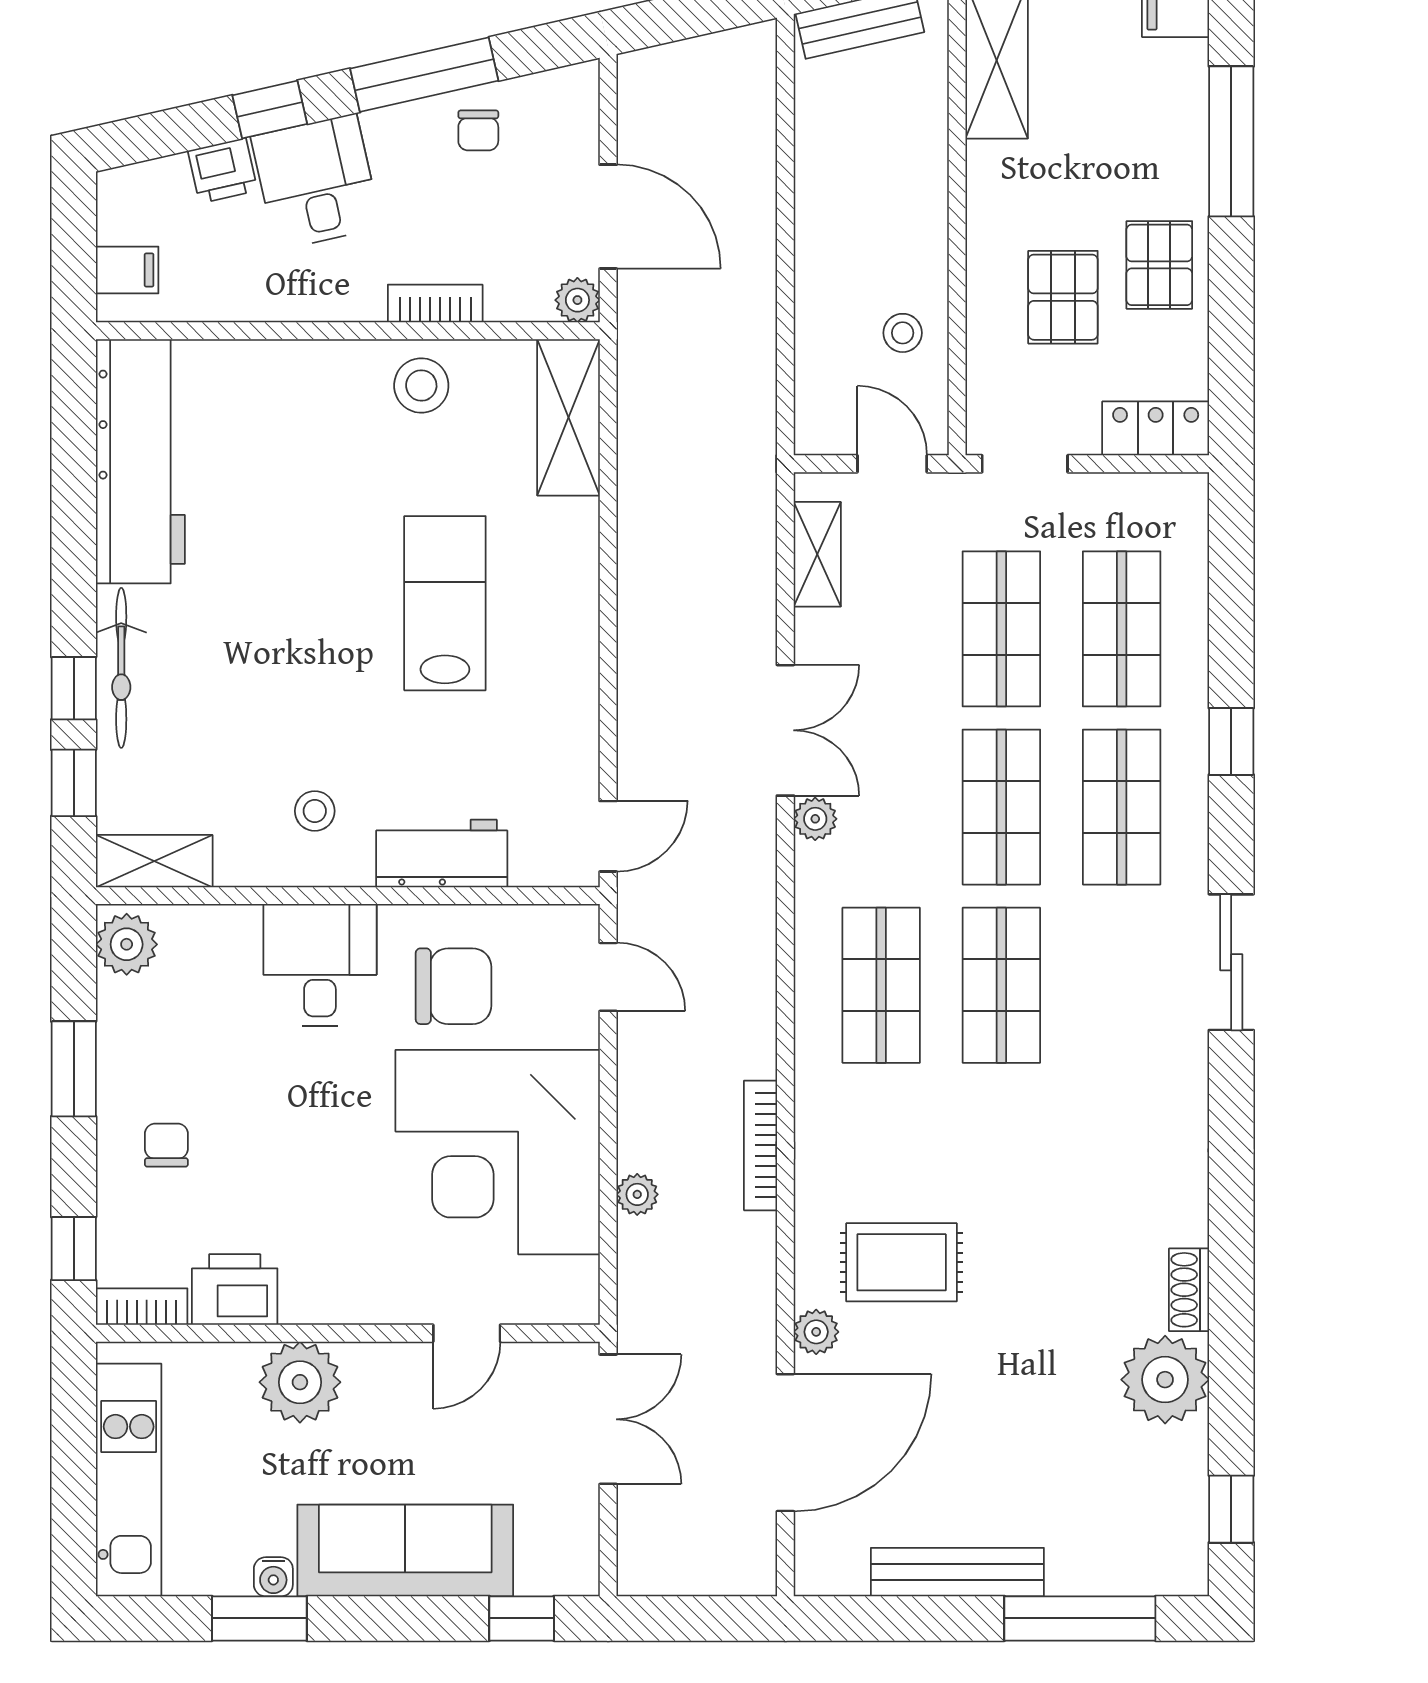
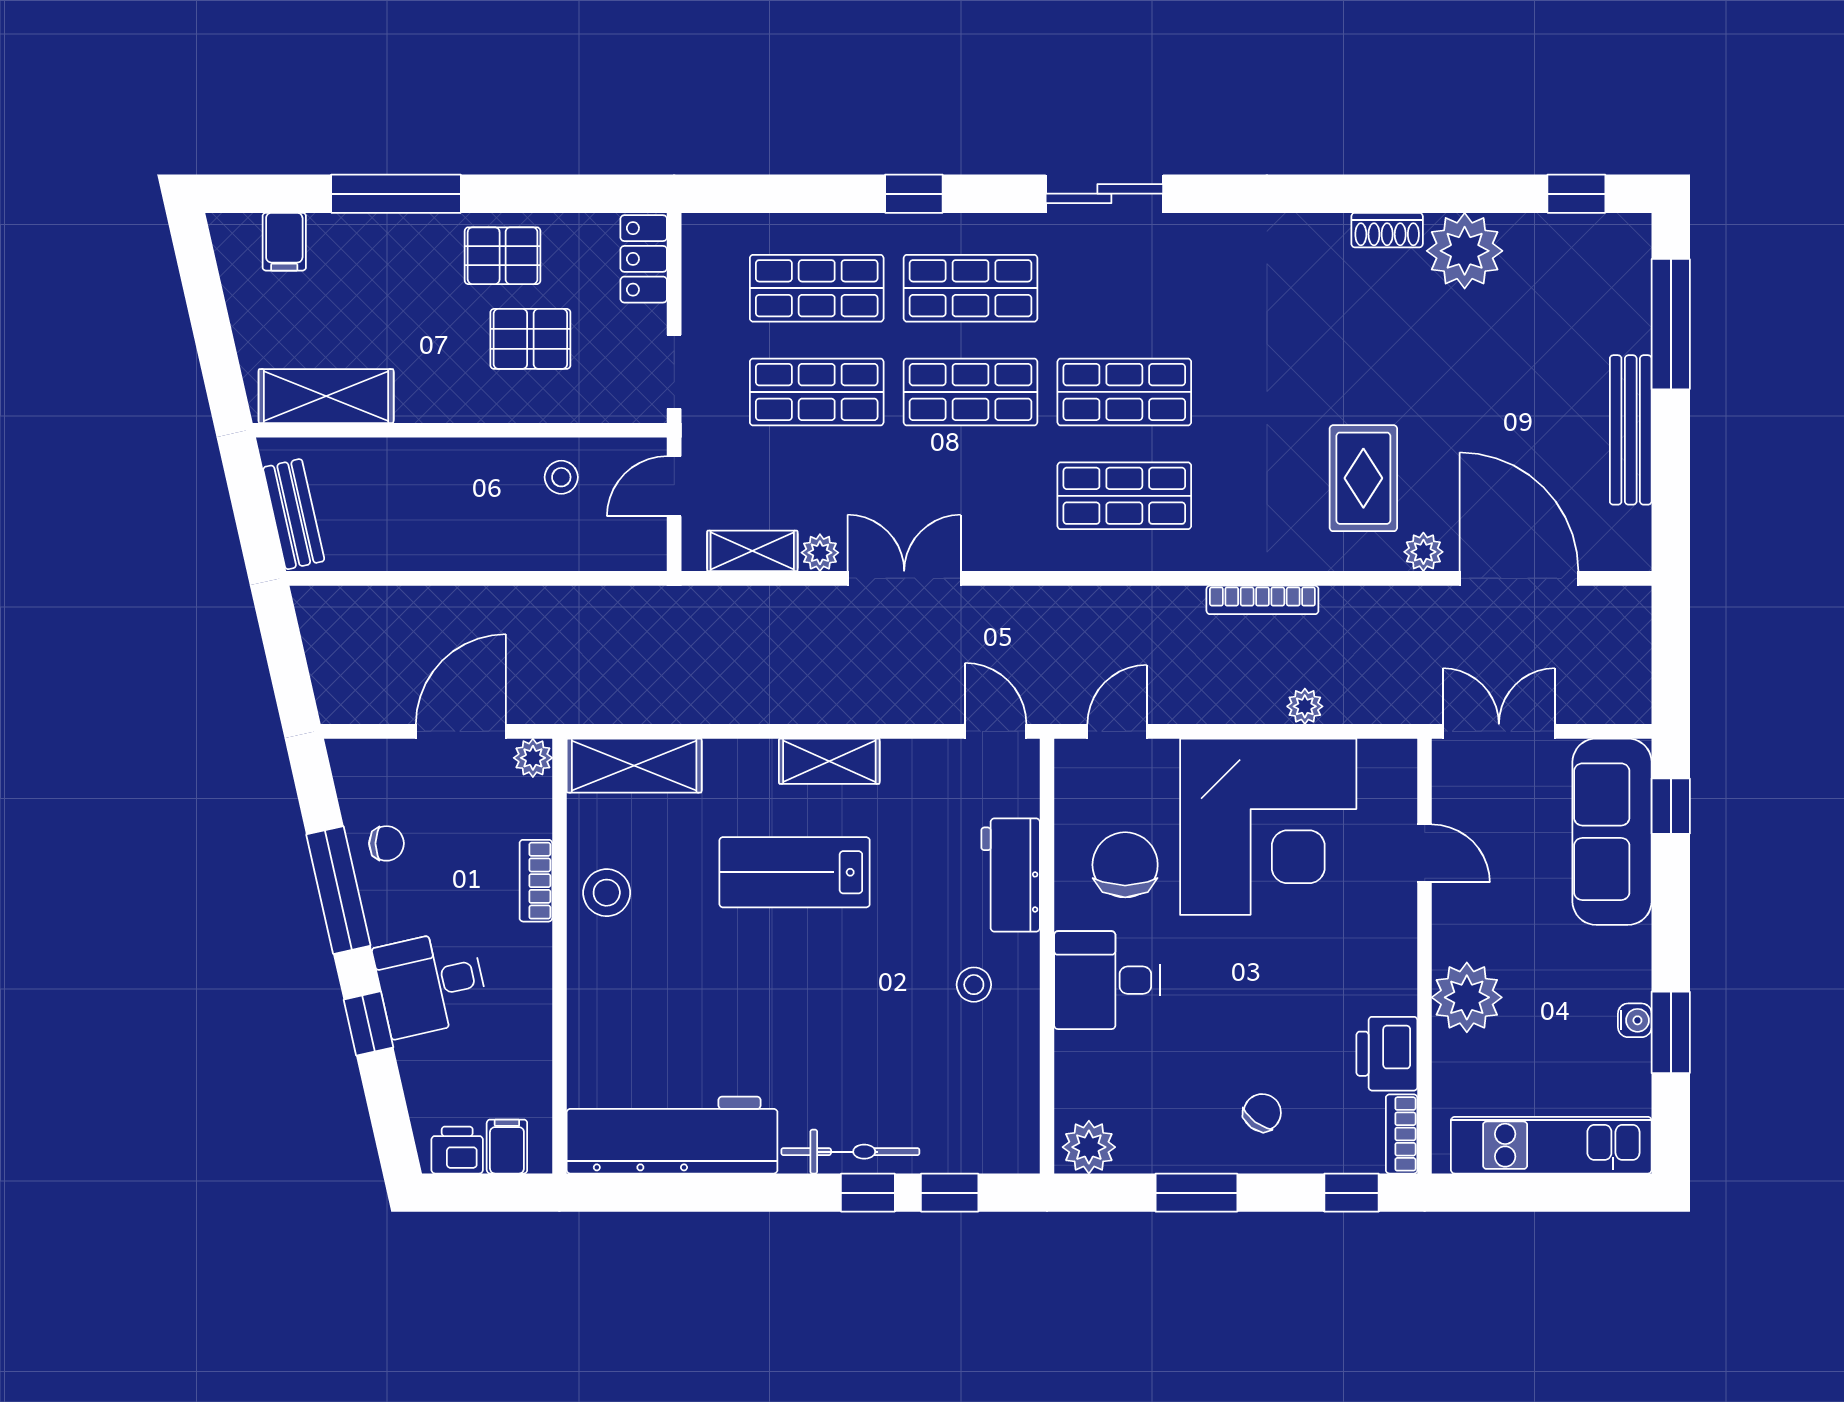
printer: (223, 171) -> (457, 1150), moved, turned -77
plant: (815, 819) -> (820, 553), moved
shelving: (154, 861) -> (829, 761), moved, turned 90
chair: (166, 1145) -> (1262, 1113), turned 127
sofa: (405, 1550) -> (1612, 832), moved

